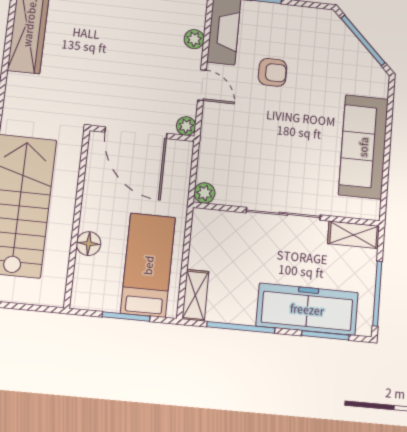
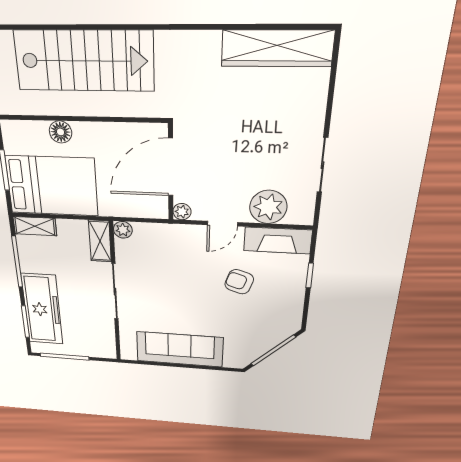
plant: (194, 39) -> (268, 207), width x1.88, depth x1.88
armchair: (273, 72) -> (239, 282), turned 108
shelving: (354, 235) -> (100, 241), moved
bed: (148, 265) -> (52, 186), width x1.50

